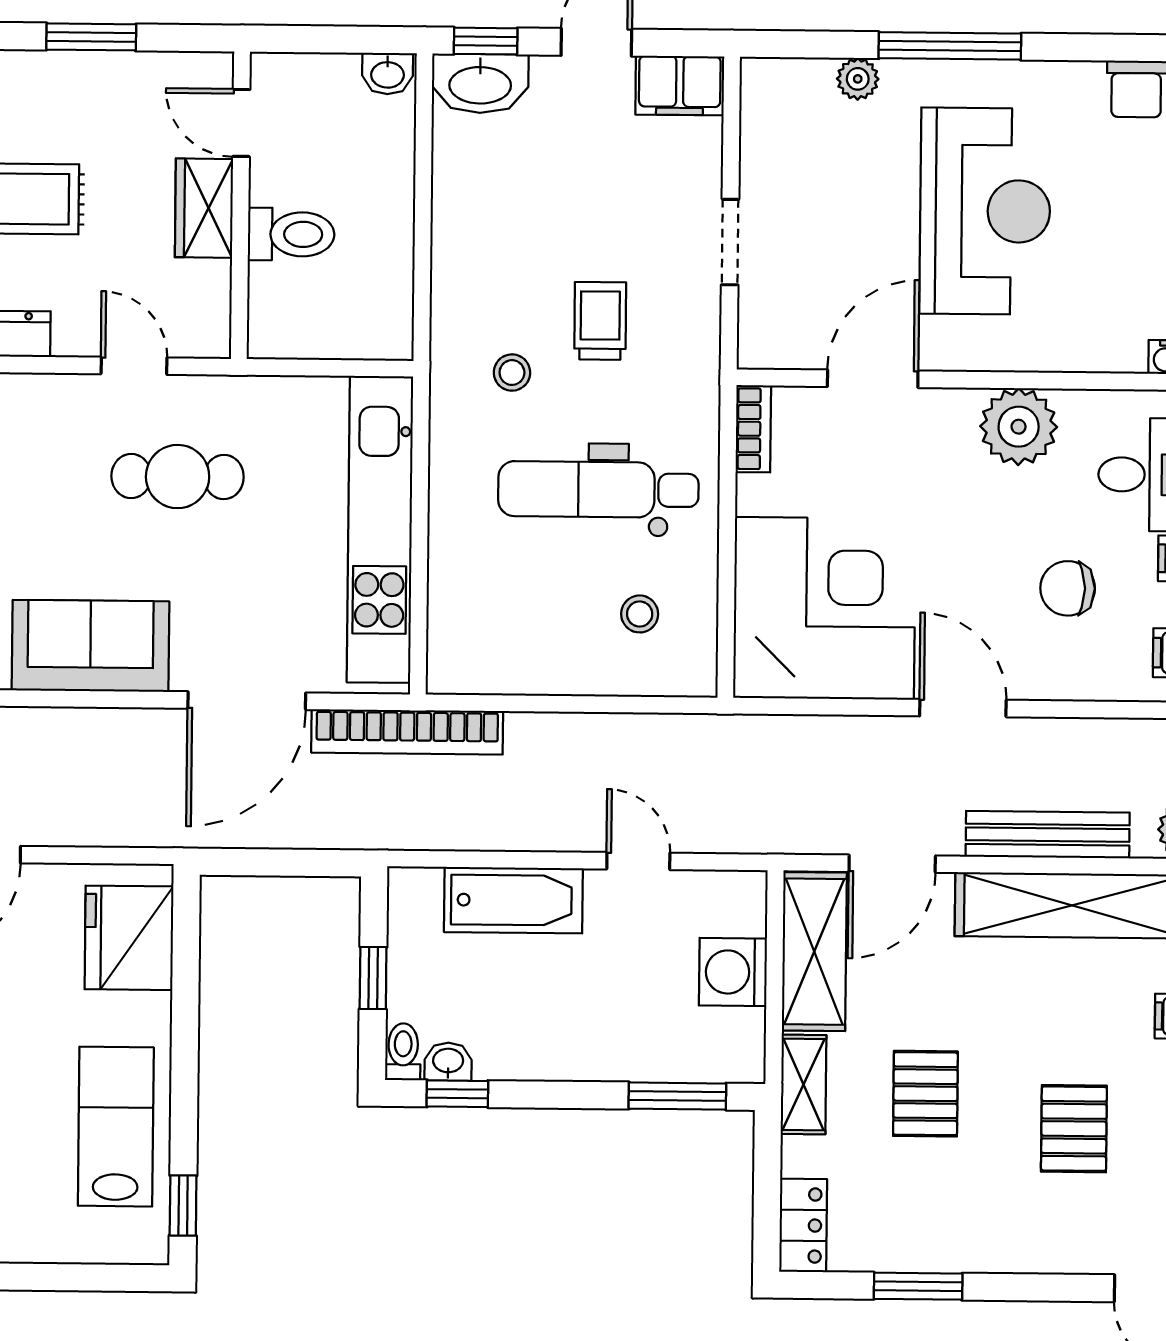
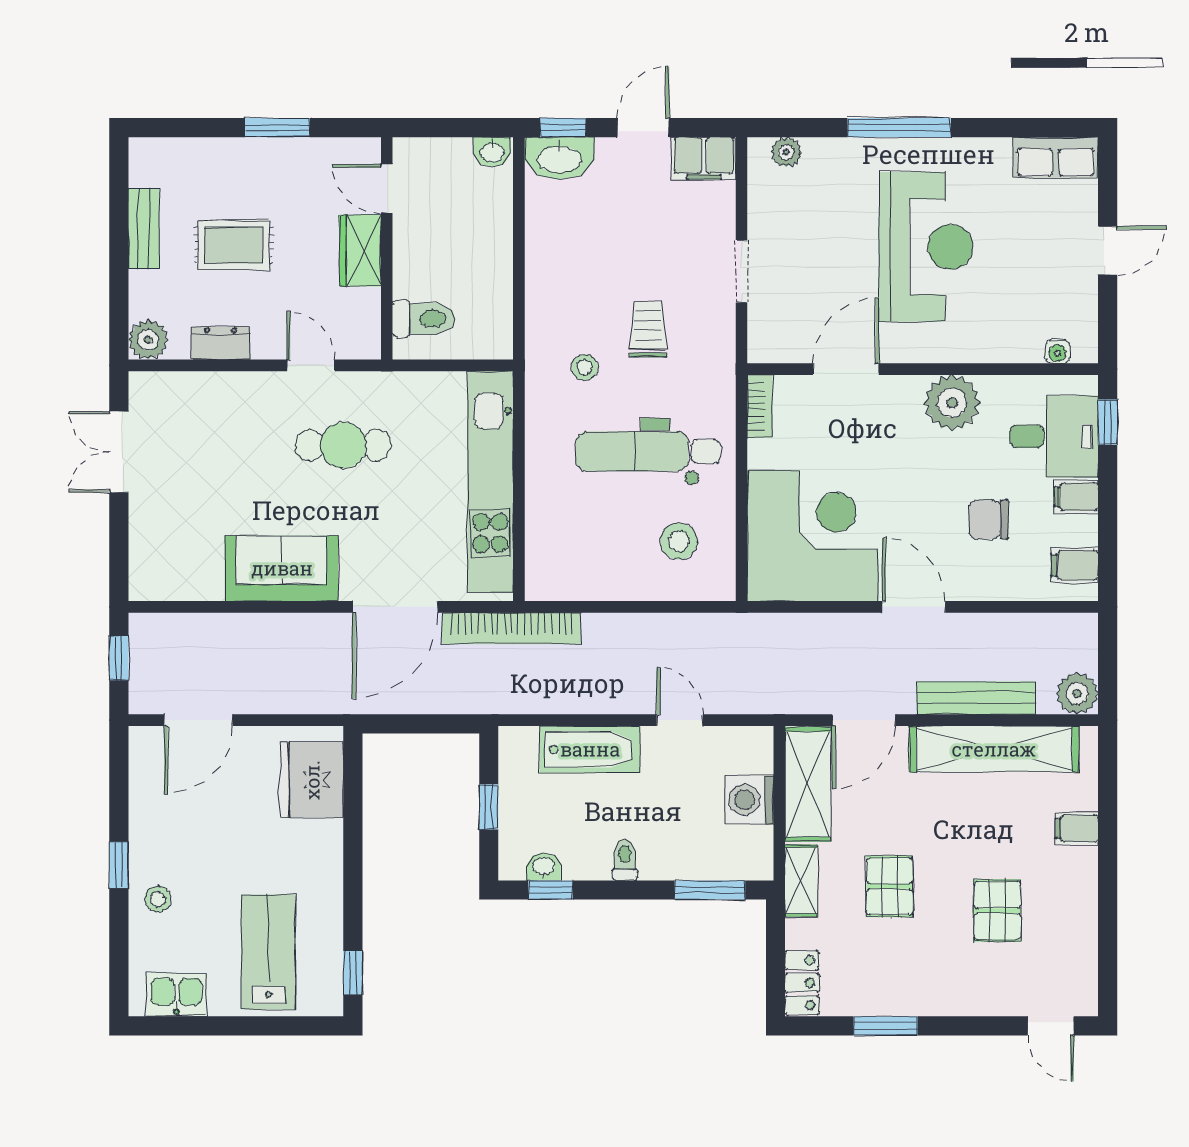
plant: (858, 79) -> (786, 152), moved
toilet: (291, 234) -> (424, 319), moved
stool: (640, 614) -> (679, 541), width x1.37, depth x1.37
toilet: (403, 1052) -> (625, 860), moved
lab bench: (116, 1127) -> (268, 952), moved

